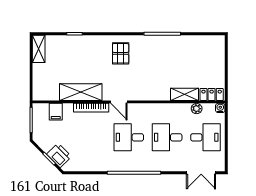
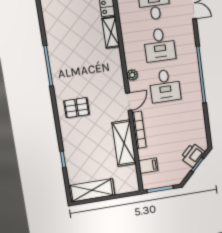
shelving: (39, 49) -> (92, 190), width x1.50, depth x1.33
plant: (197, 109) -> (132, 75), moved

